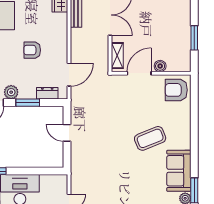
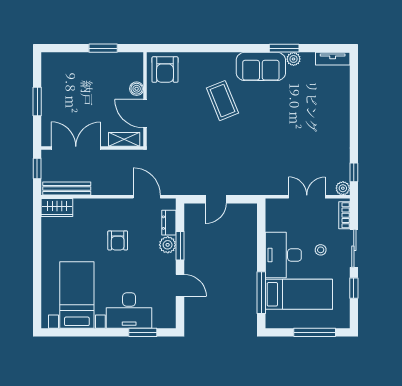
plant: (11, 92) -> (168, 245), moved

